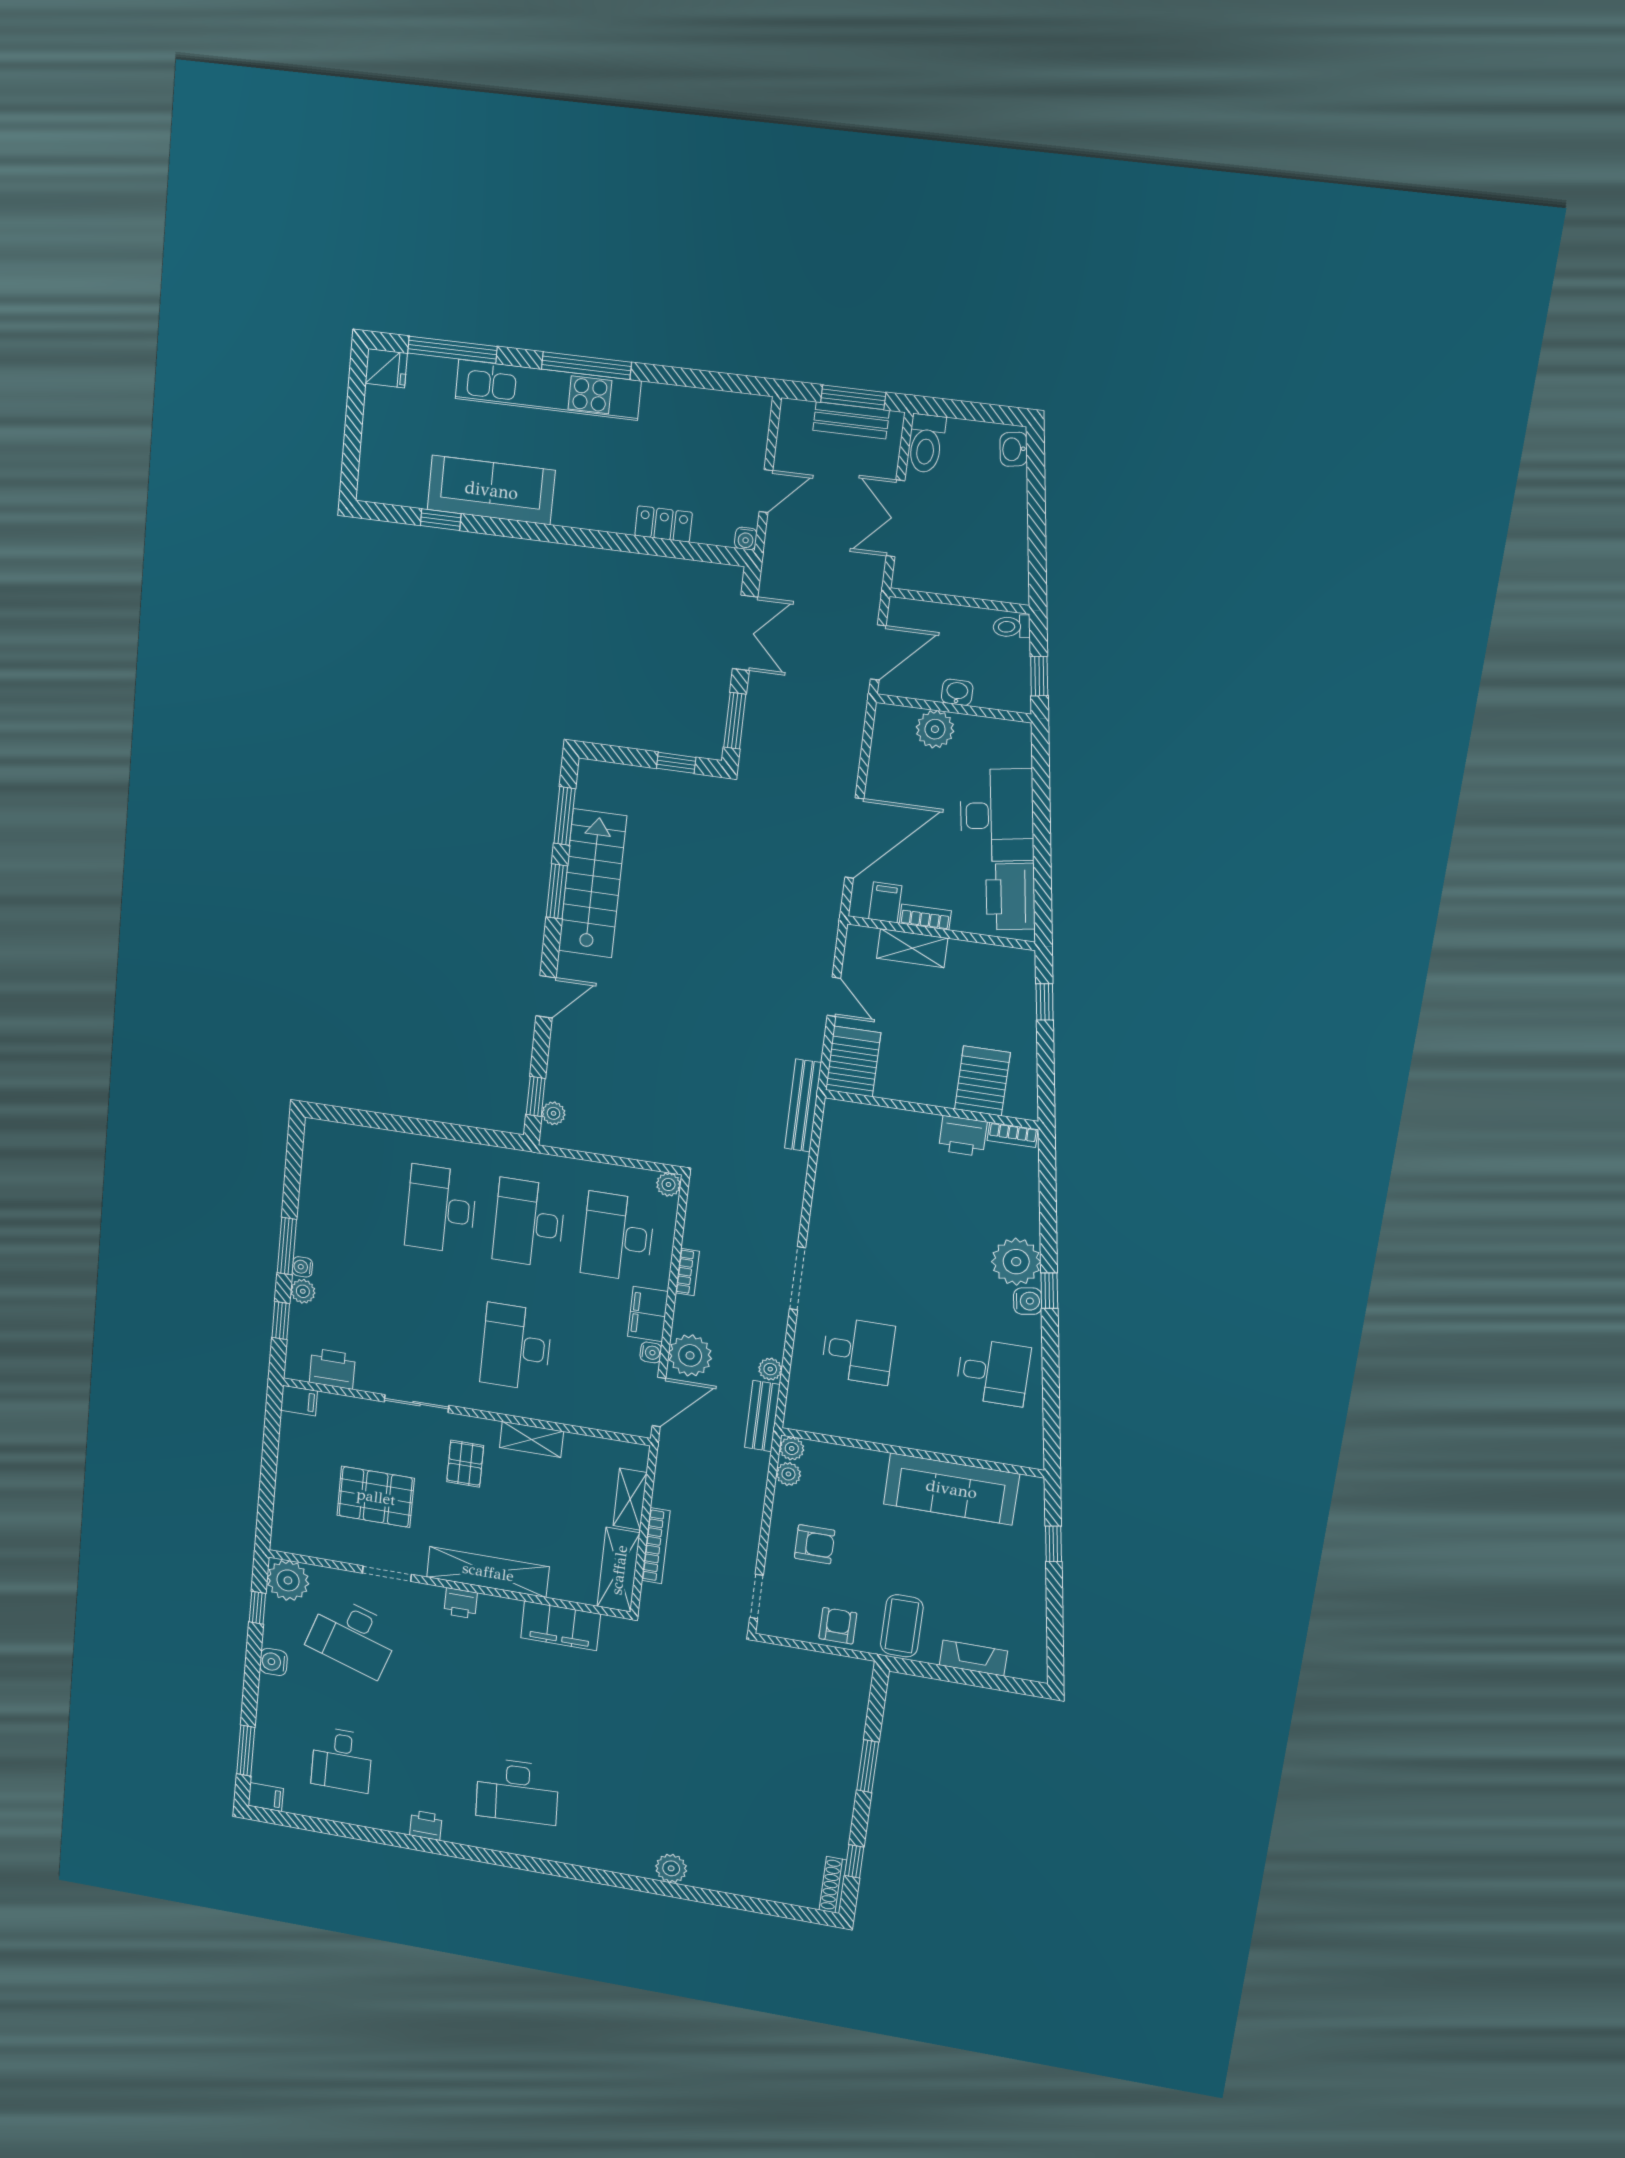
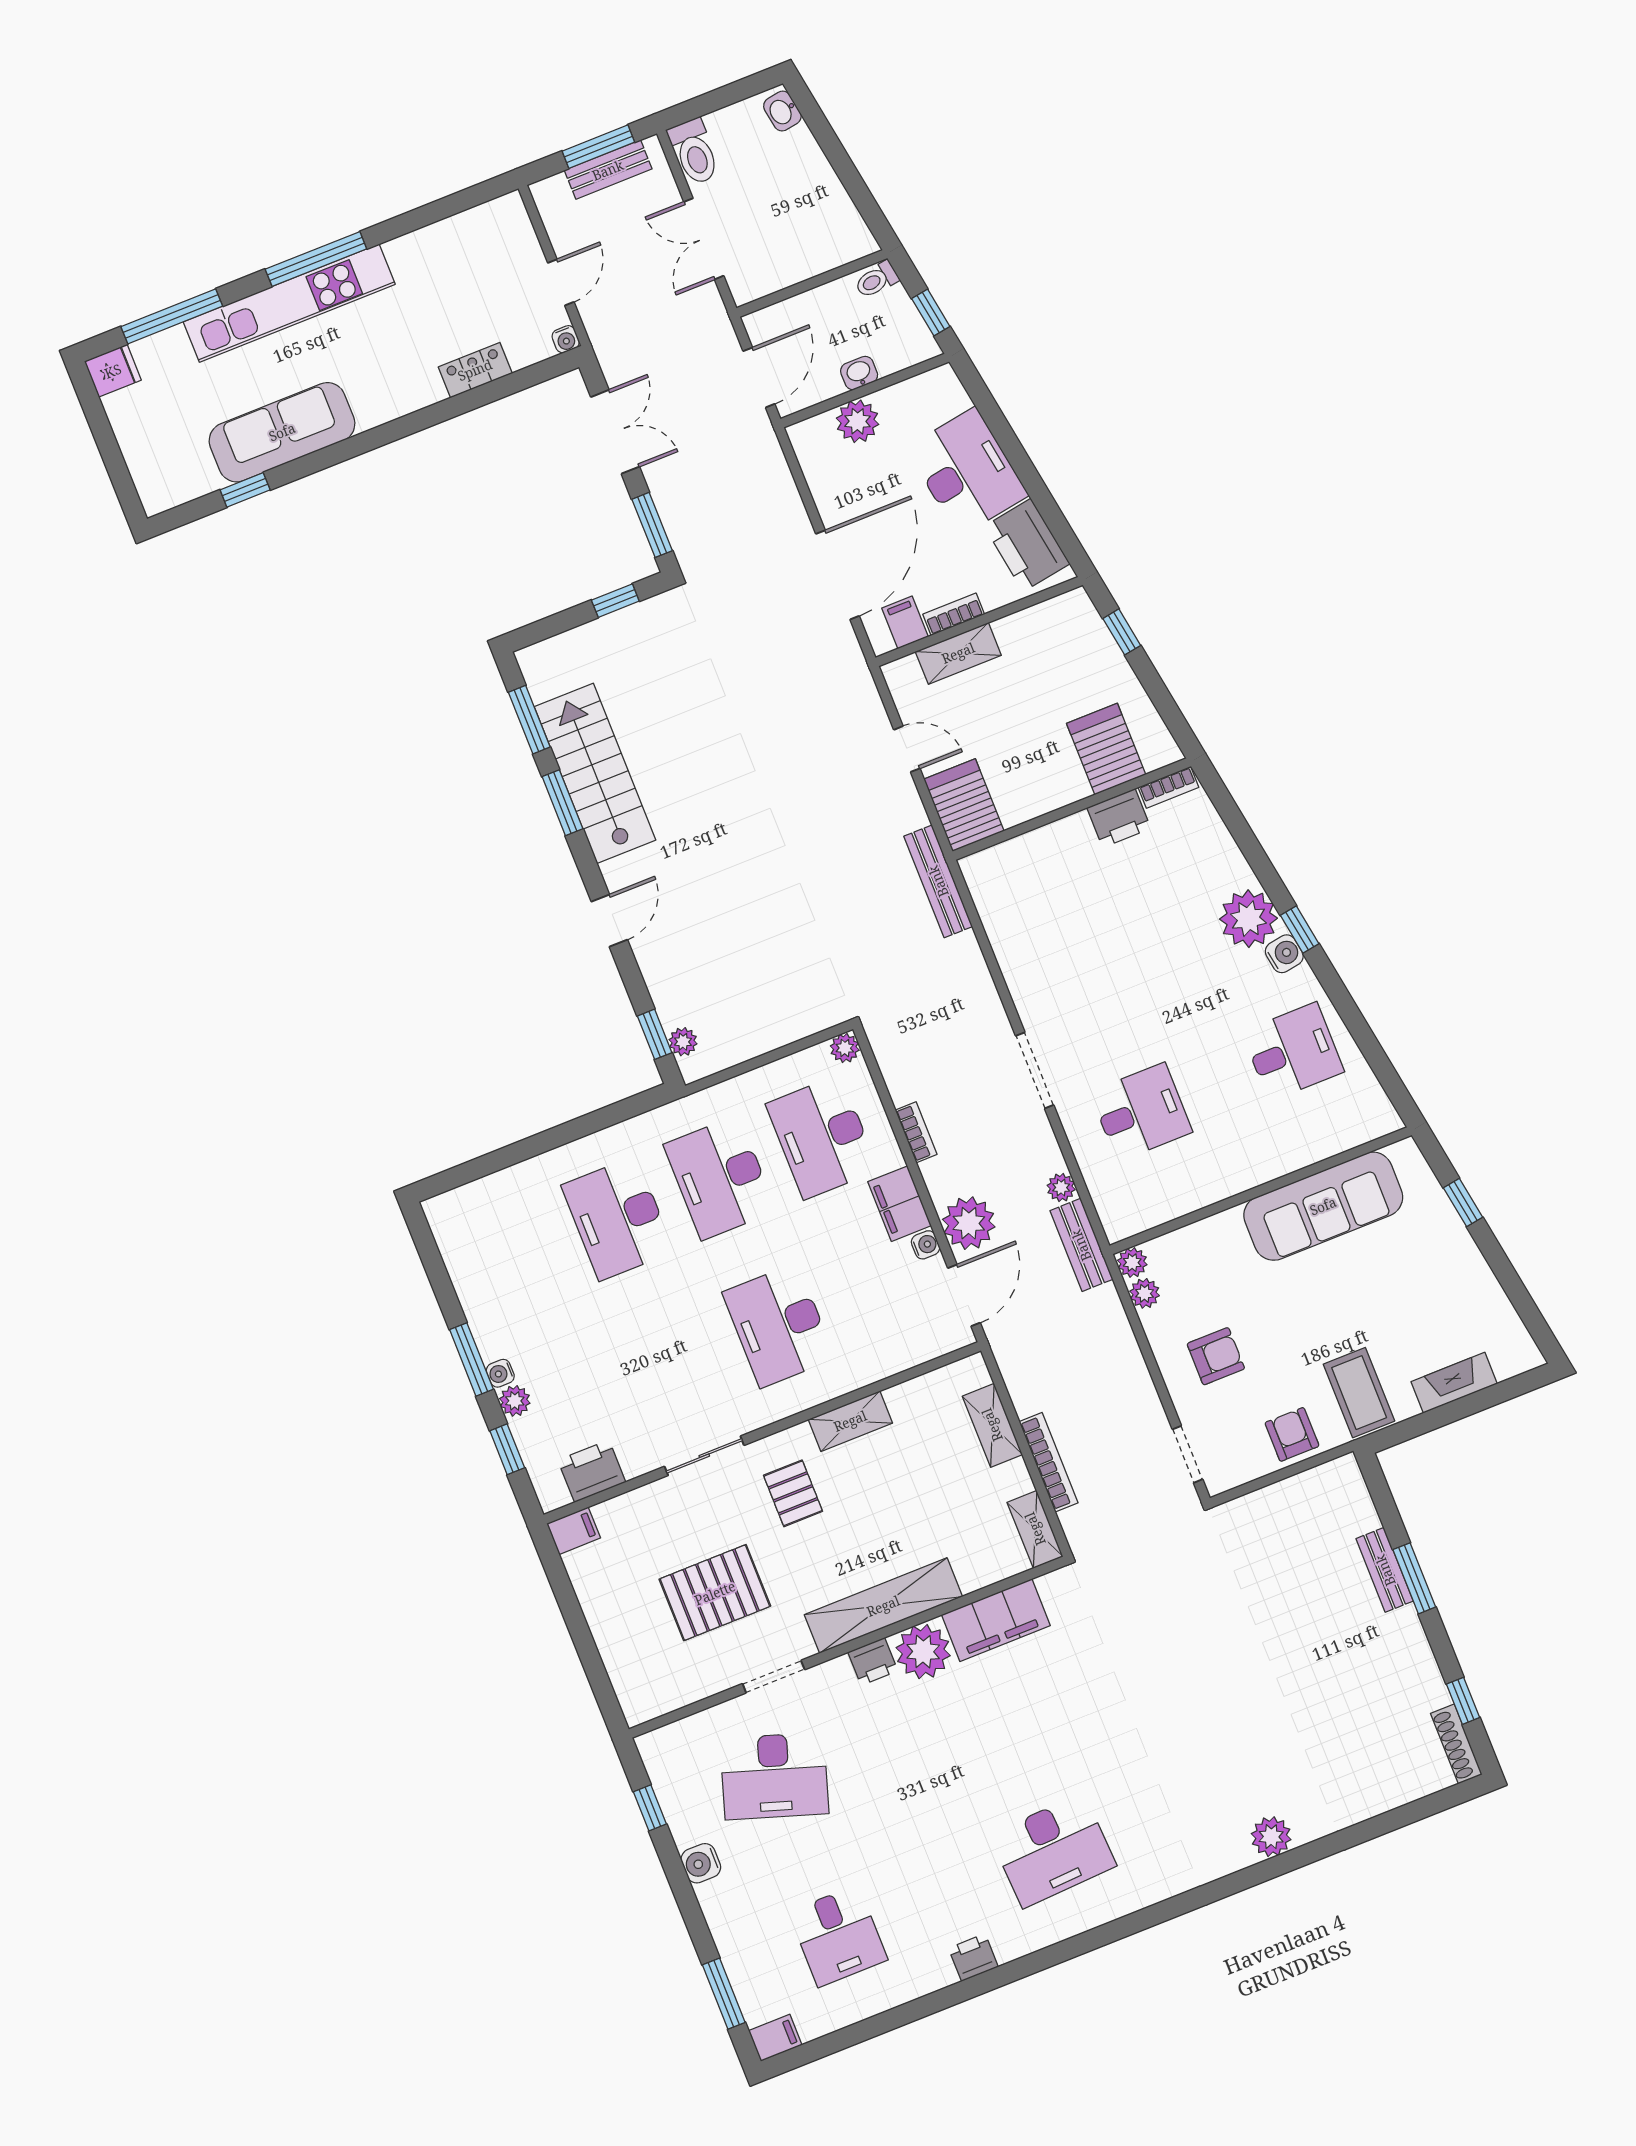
shelving: (619, 1570) -> (1035, 1529), width x0.67, depth x0.75
plant: (288, 1580) -> (923, 1652), moved
bench: (850, 1749) -> (1385, 1570), added

